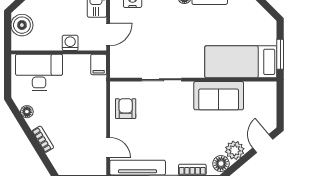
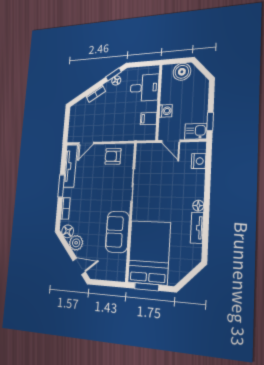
bed: (241, 62) -> (149, 252), width x1.50
filing cabinet: (99, 64) -> (149, 119), moved
desk: (39, 73) -> (144, 88), width x0.73
armchair: (126, 109) -> (113, 156), turned 180
window: (18, 116) -> (114, 74), added

